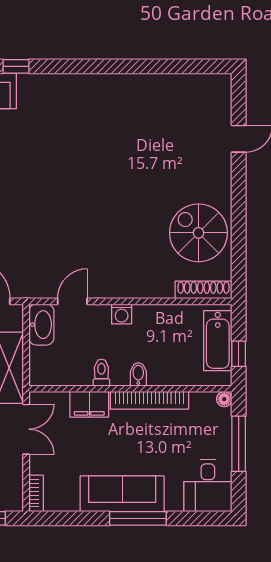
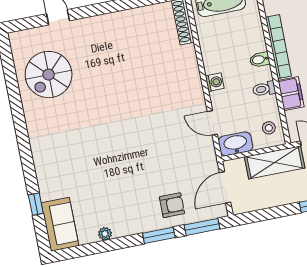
spiral stairs: (198, 233) -> (49, 75), moved
stool: (53, 369) -> (269, 128), added

